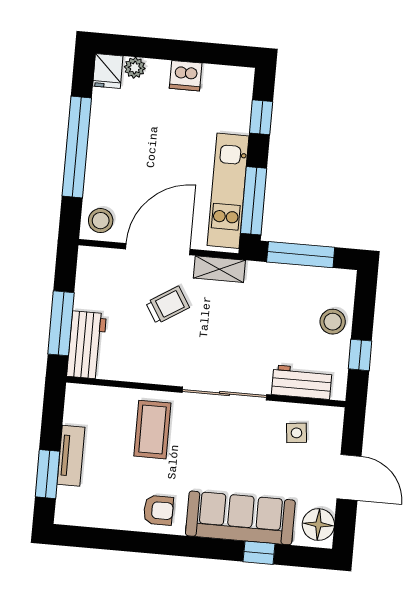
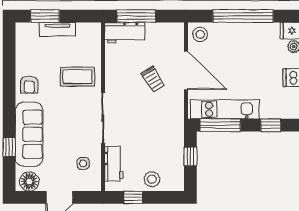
window: (301, 255) -> (190, 156), width x0.46
shelving: (219, 269) -> (177, 108), removed

